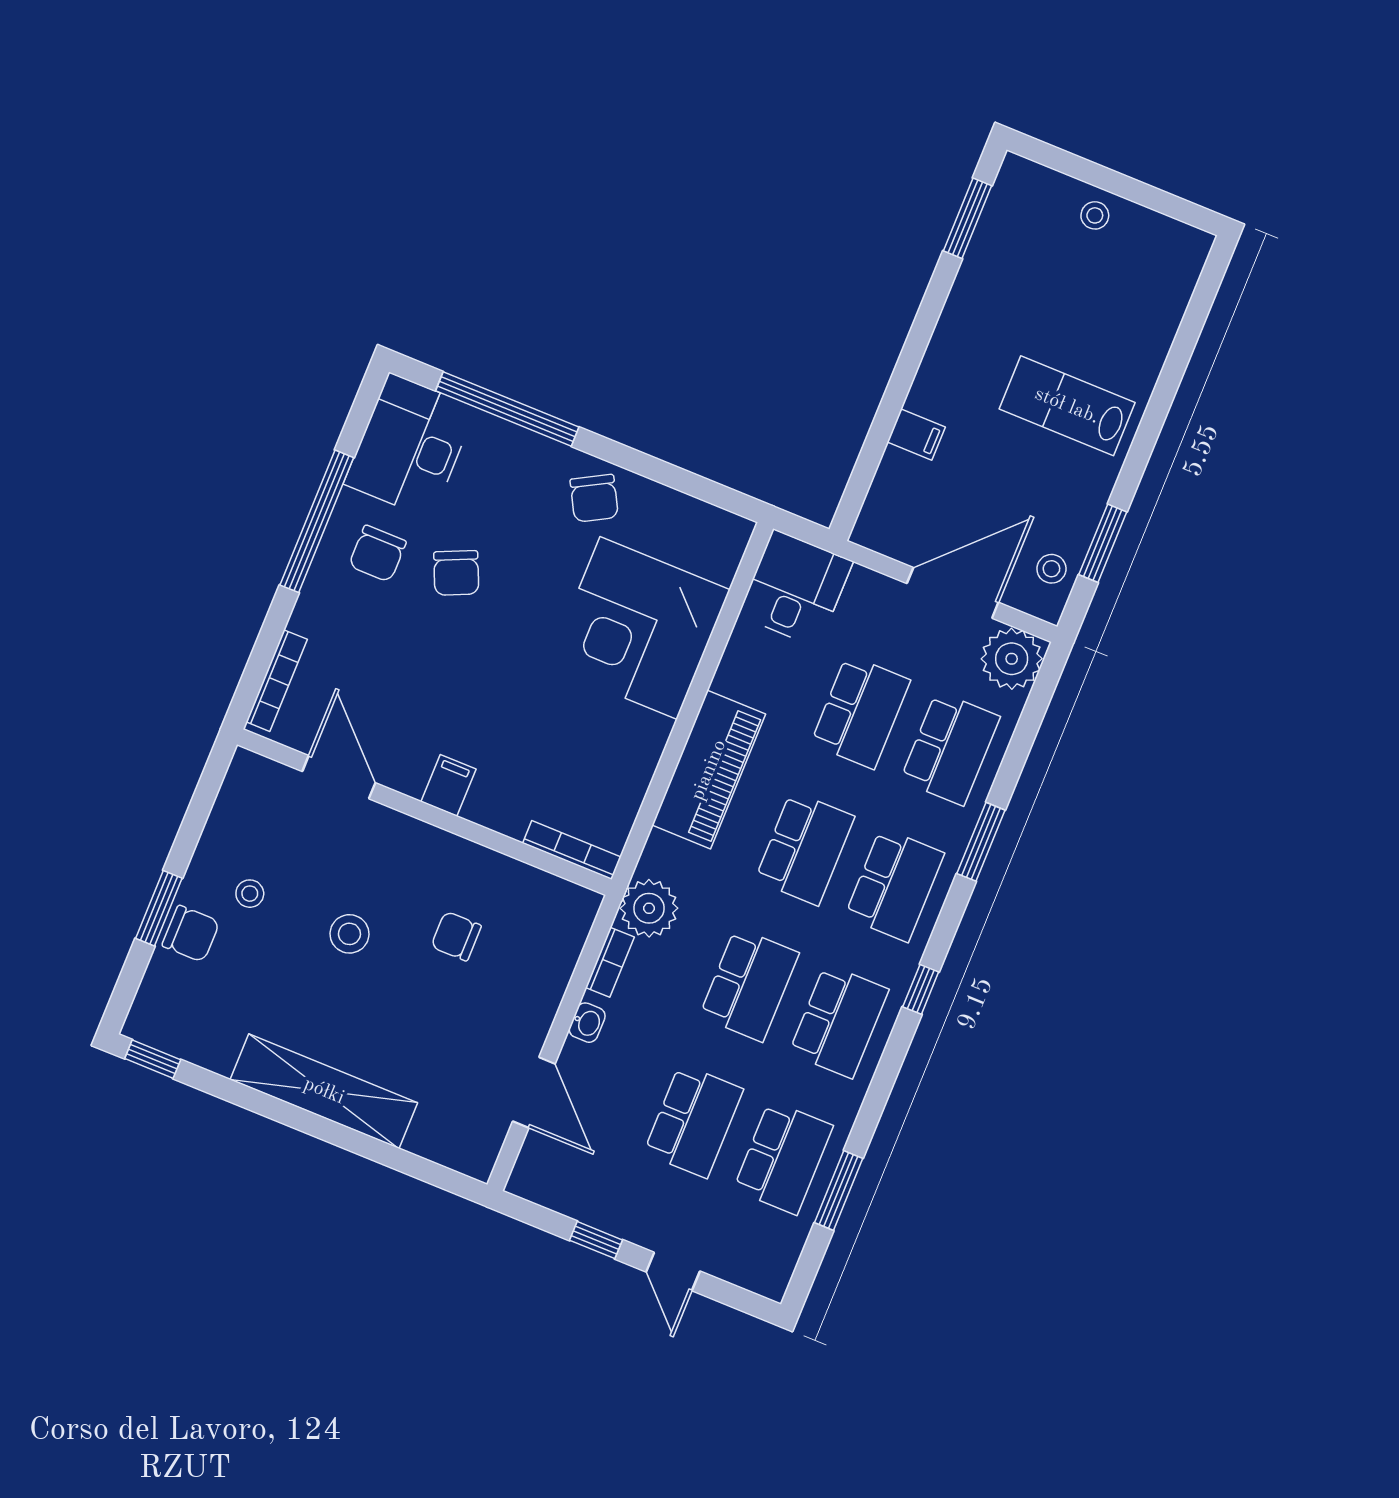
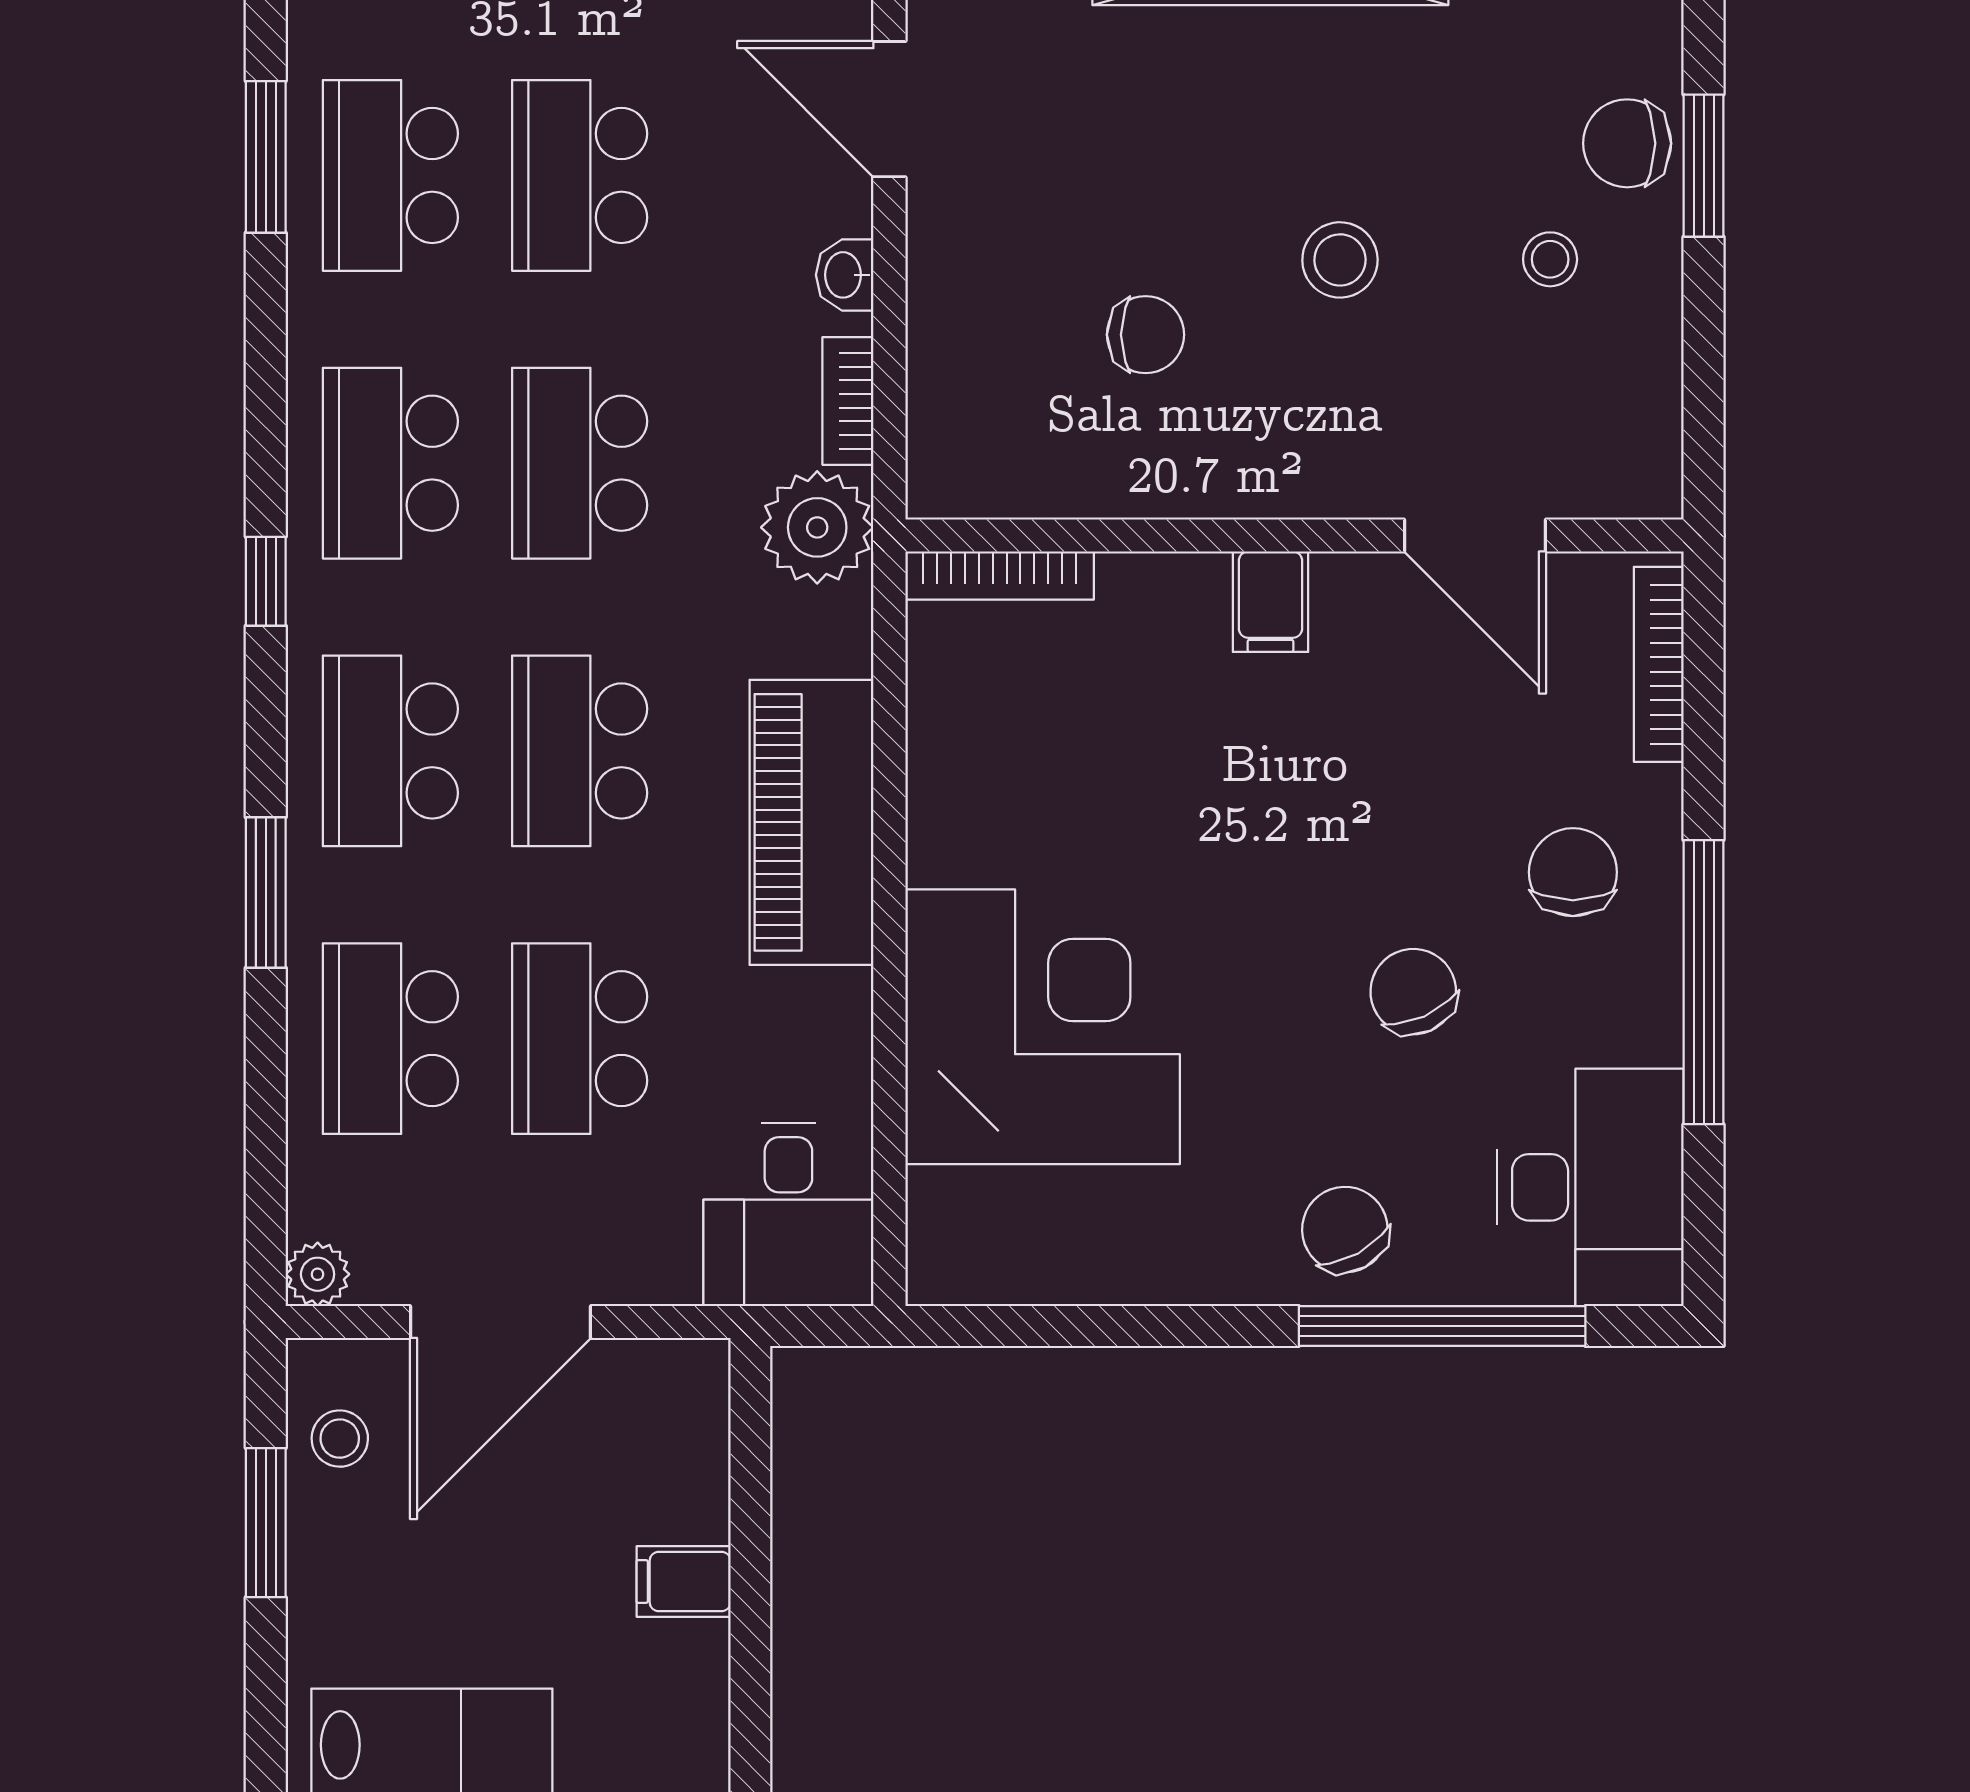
chair: (594, 498) -> (1345, 1230), moved
chair: (377, 554) -> (1573, 872), moved
plant: (1012, 659) -> (318, 1274), width x0.53, depth x0.53

